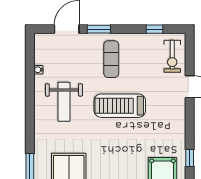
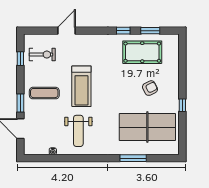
exercise bike: (172, 56) -> (42, 55), moved
weight bench: (64, 102) -> (78, 131), turned 90

